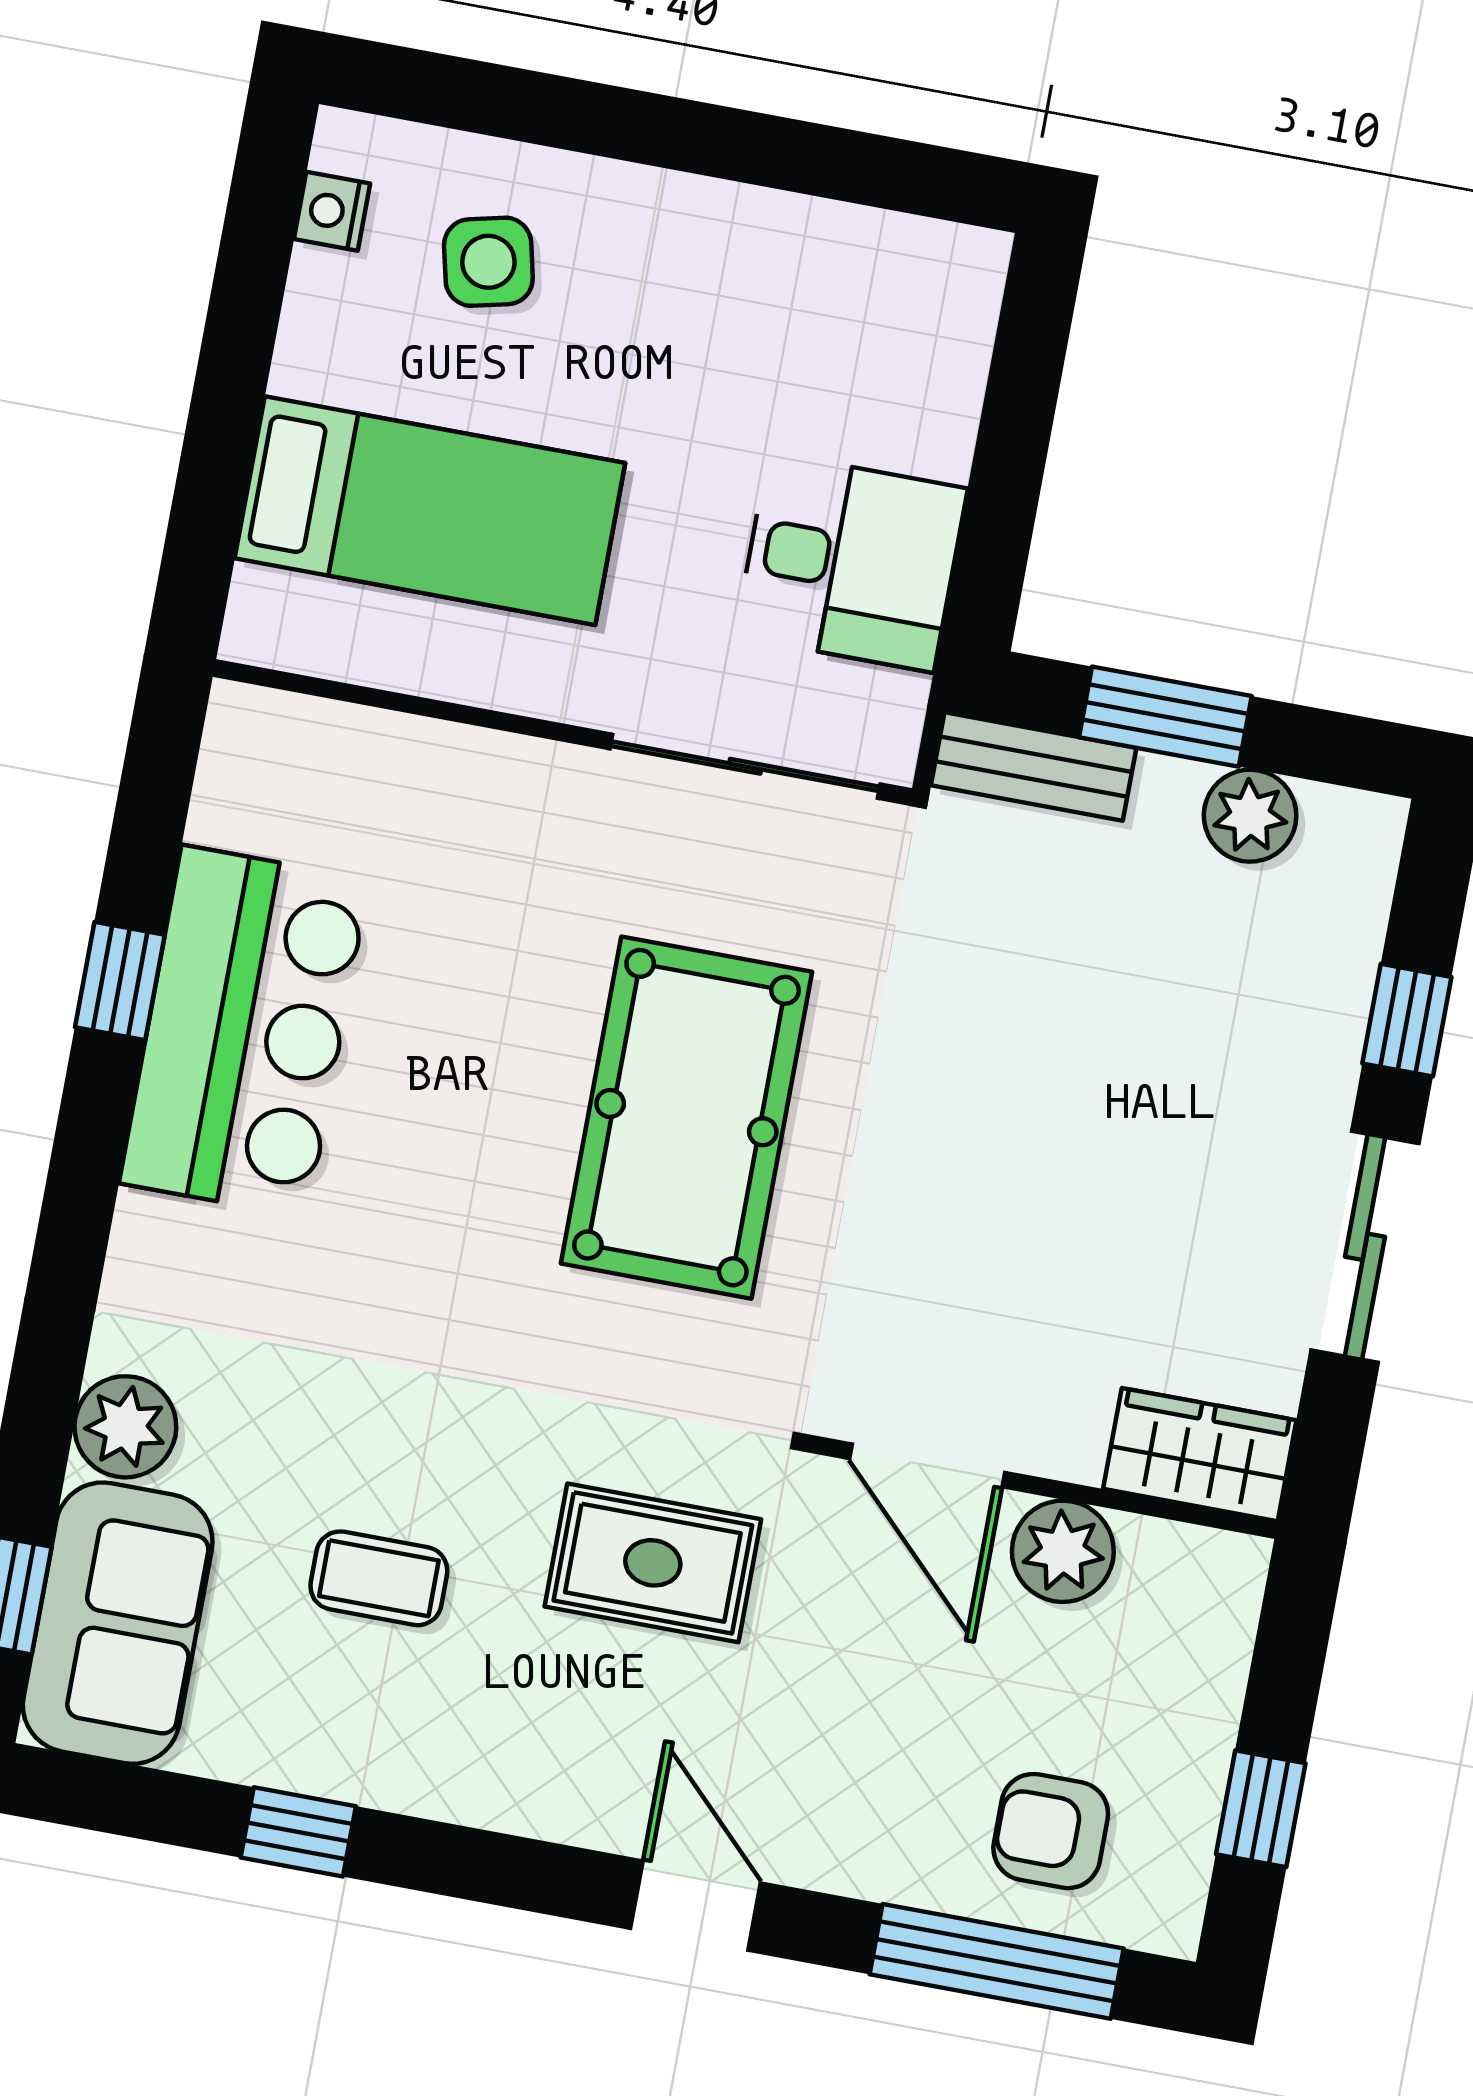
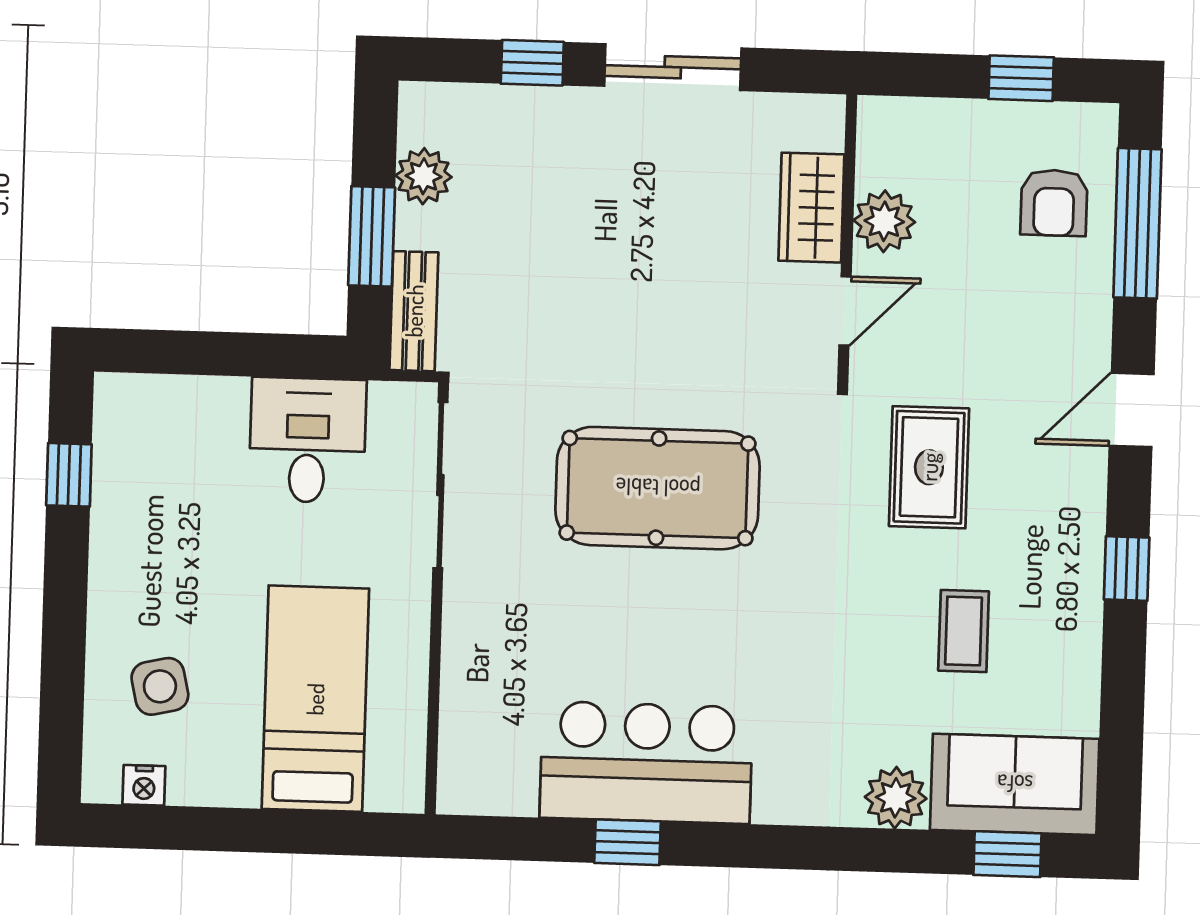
window: (854, 167) -> (69, 475), added
wardrobe: (1200, 1455) -> (811, 208), moved
door: (927, 1465) -> (845, 311), width x0.73
window: (298, 1832) -> (1127, 569), moved

